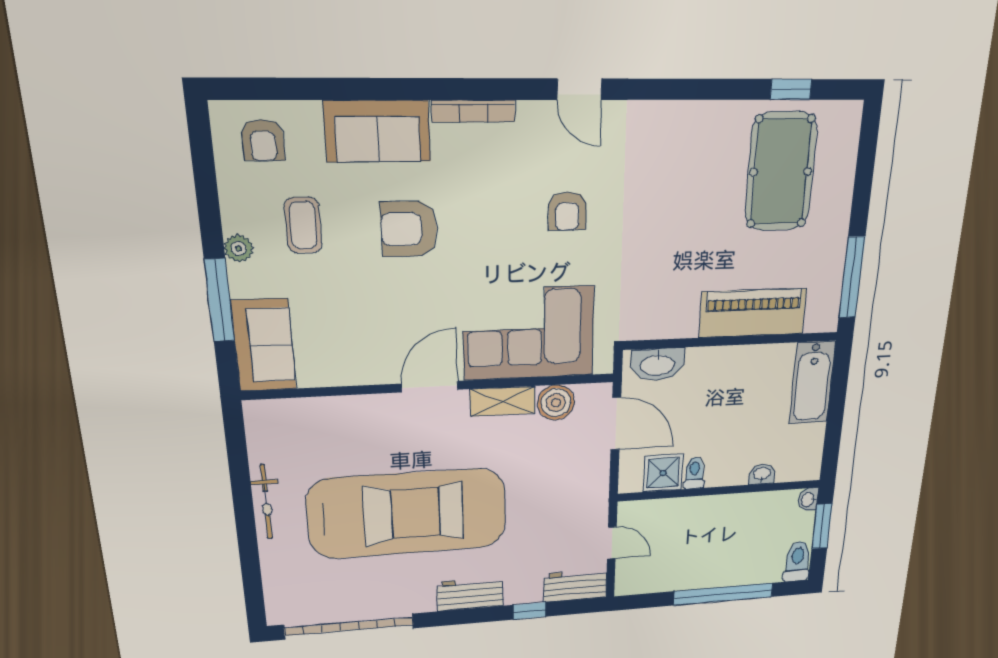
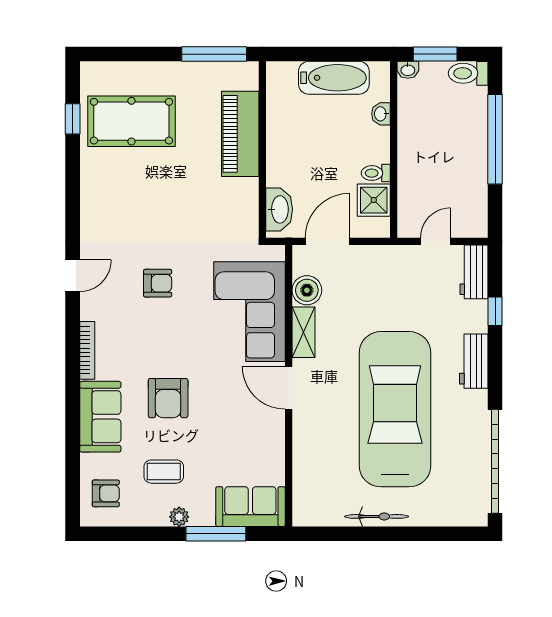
bathtub: (812, 383) -> (334, 78), moved

